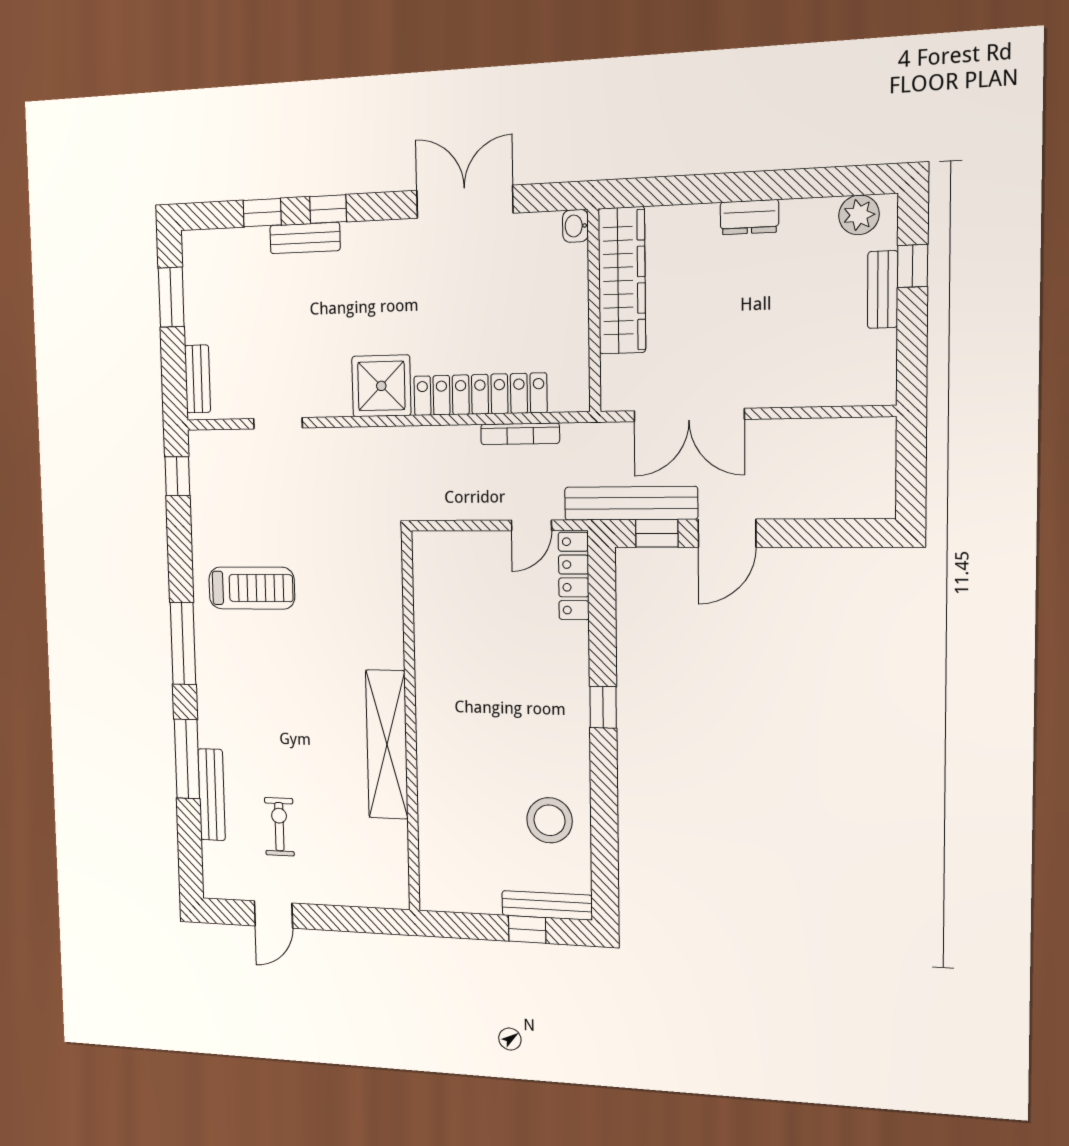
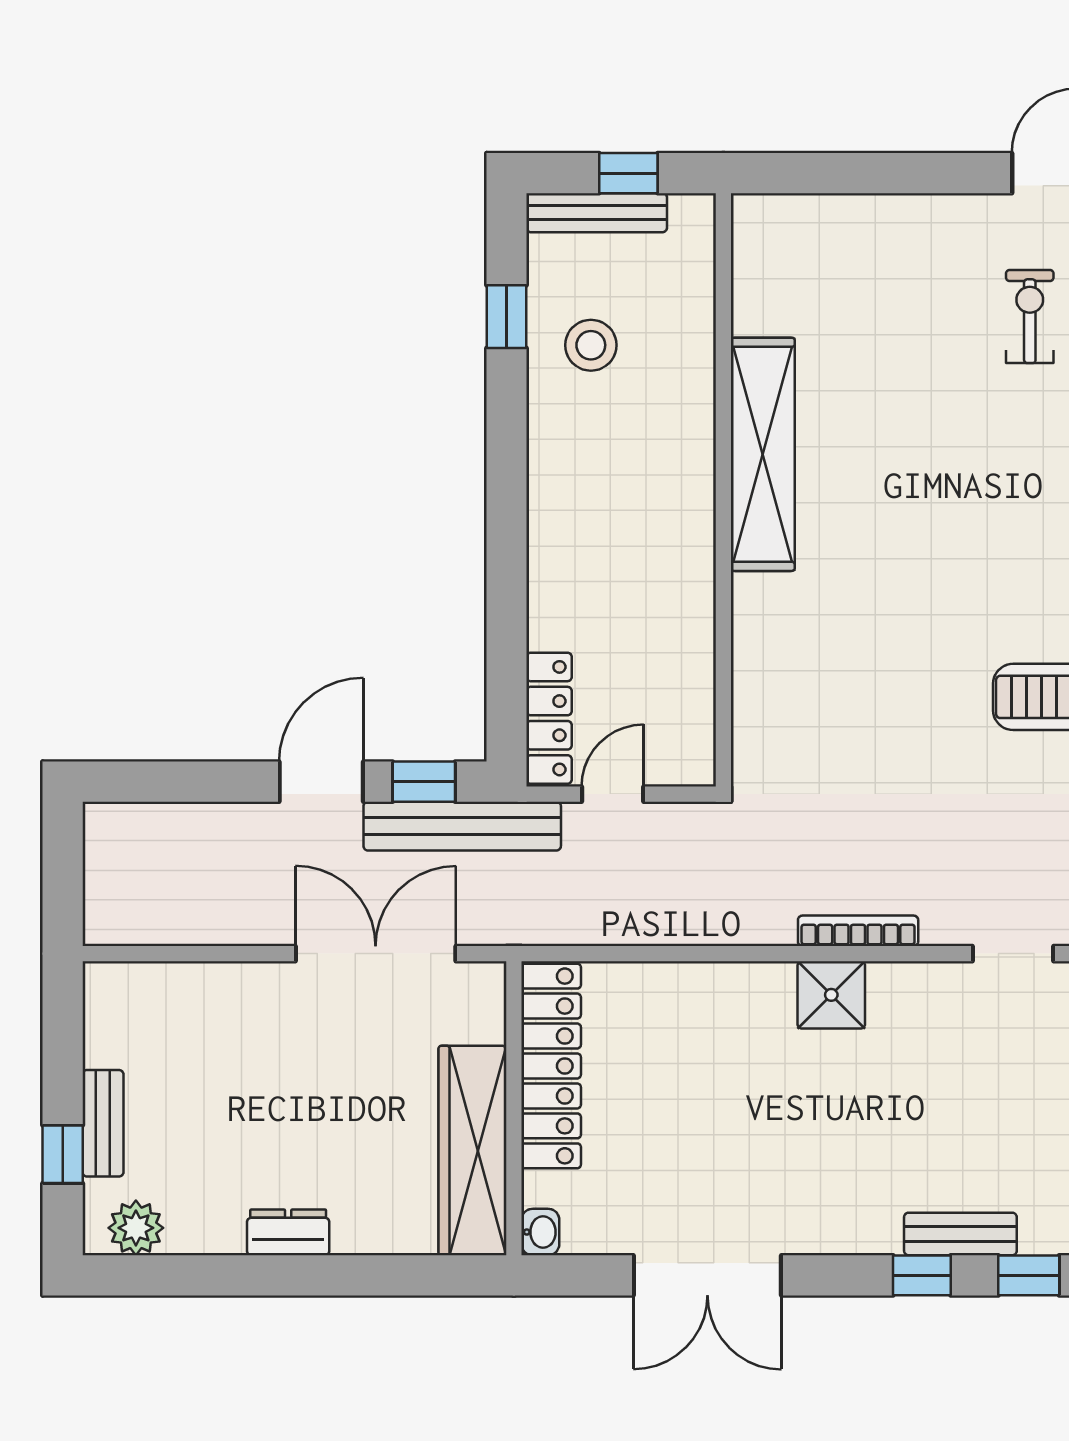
shower: (381, 386) -> (831, 995), width x0.73, depth x0.73
locker: (480, 394) -> (551, 1066), moved, turned -90
bookcase: (520, 434) -> (858, 931), moved
window: (603, 707) -> (506, 317), moved
wall: (411, 723) -> (723, 490), moved
shelving: (387, 744) -> (763, 454), moved
stool: (550, 820) -> (591, 345), width x0.73, depth x0.73
exercise bike: (279, 827) -> (1030, 317), turned 180

